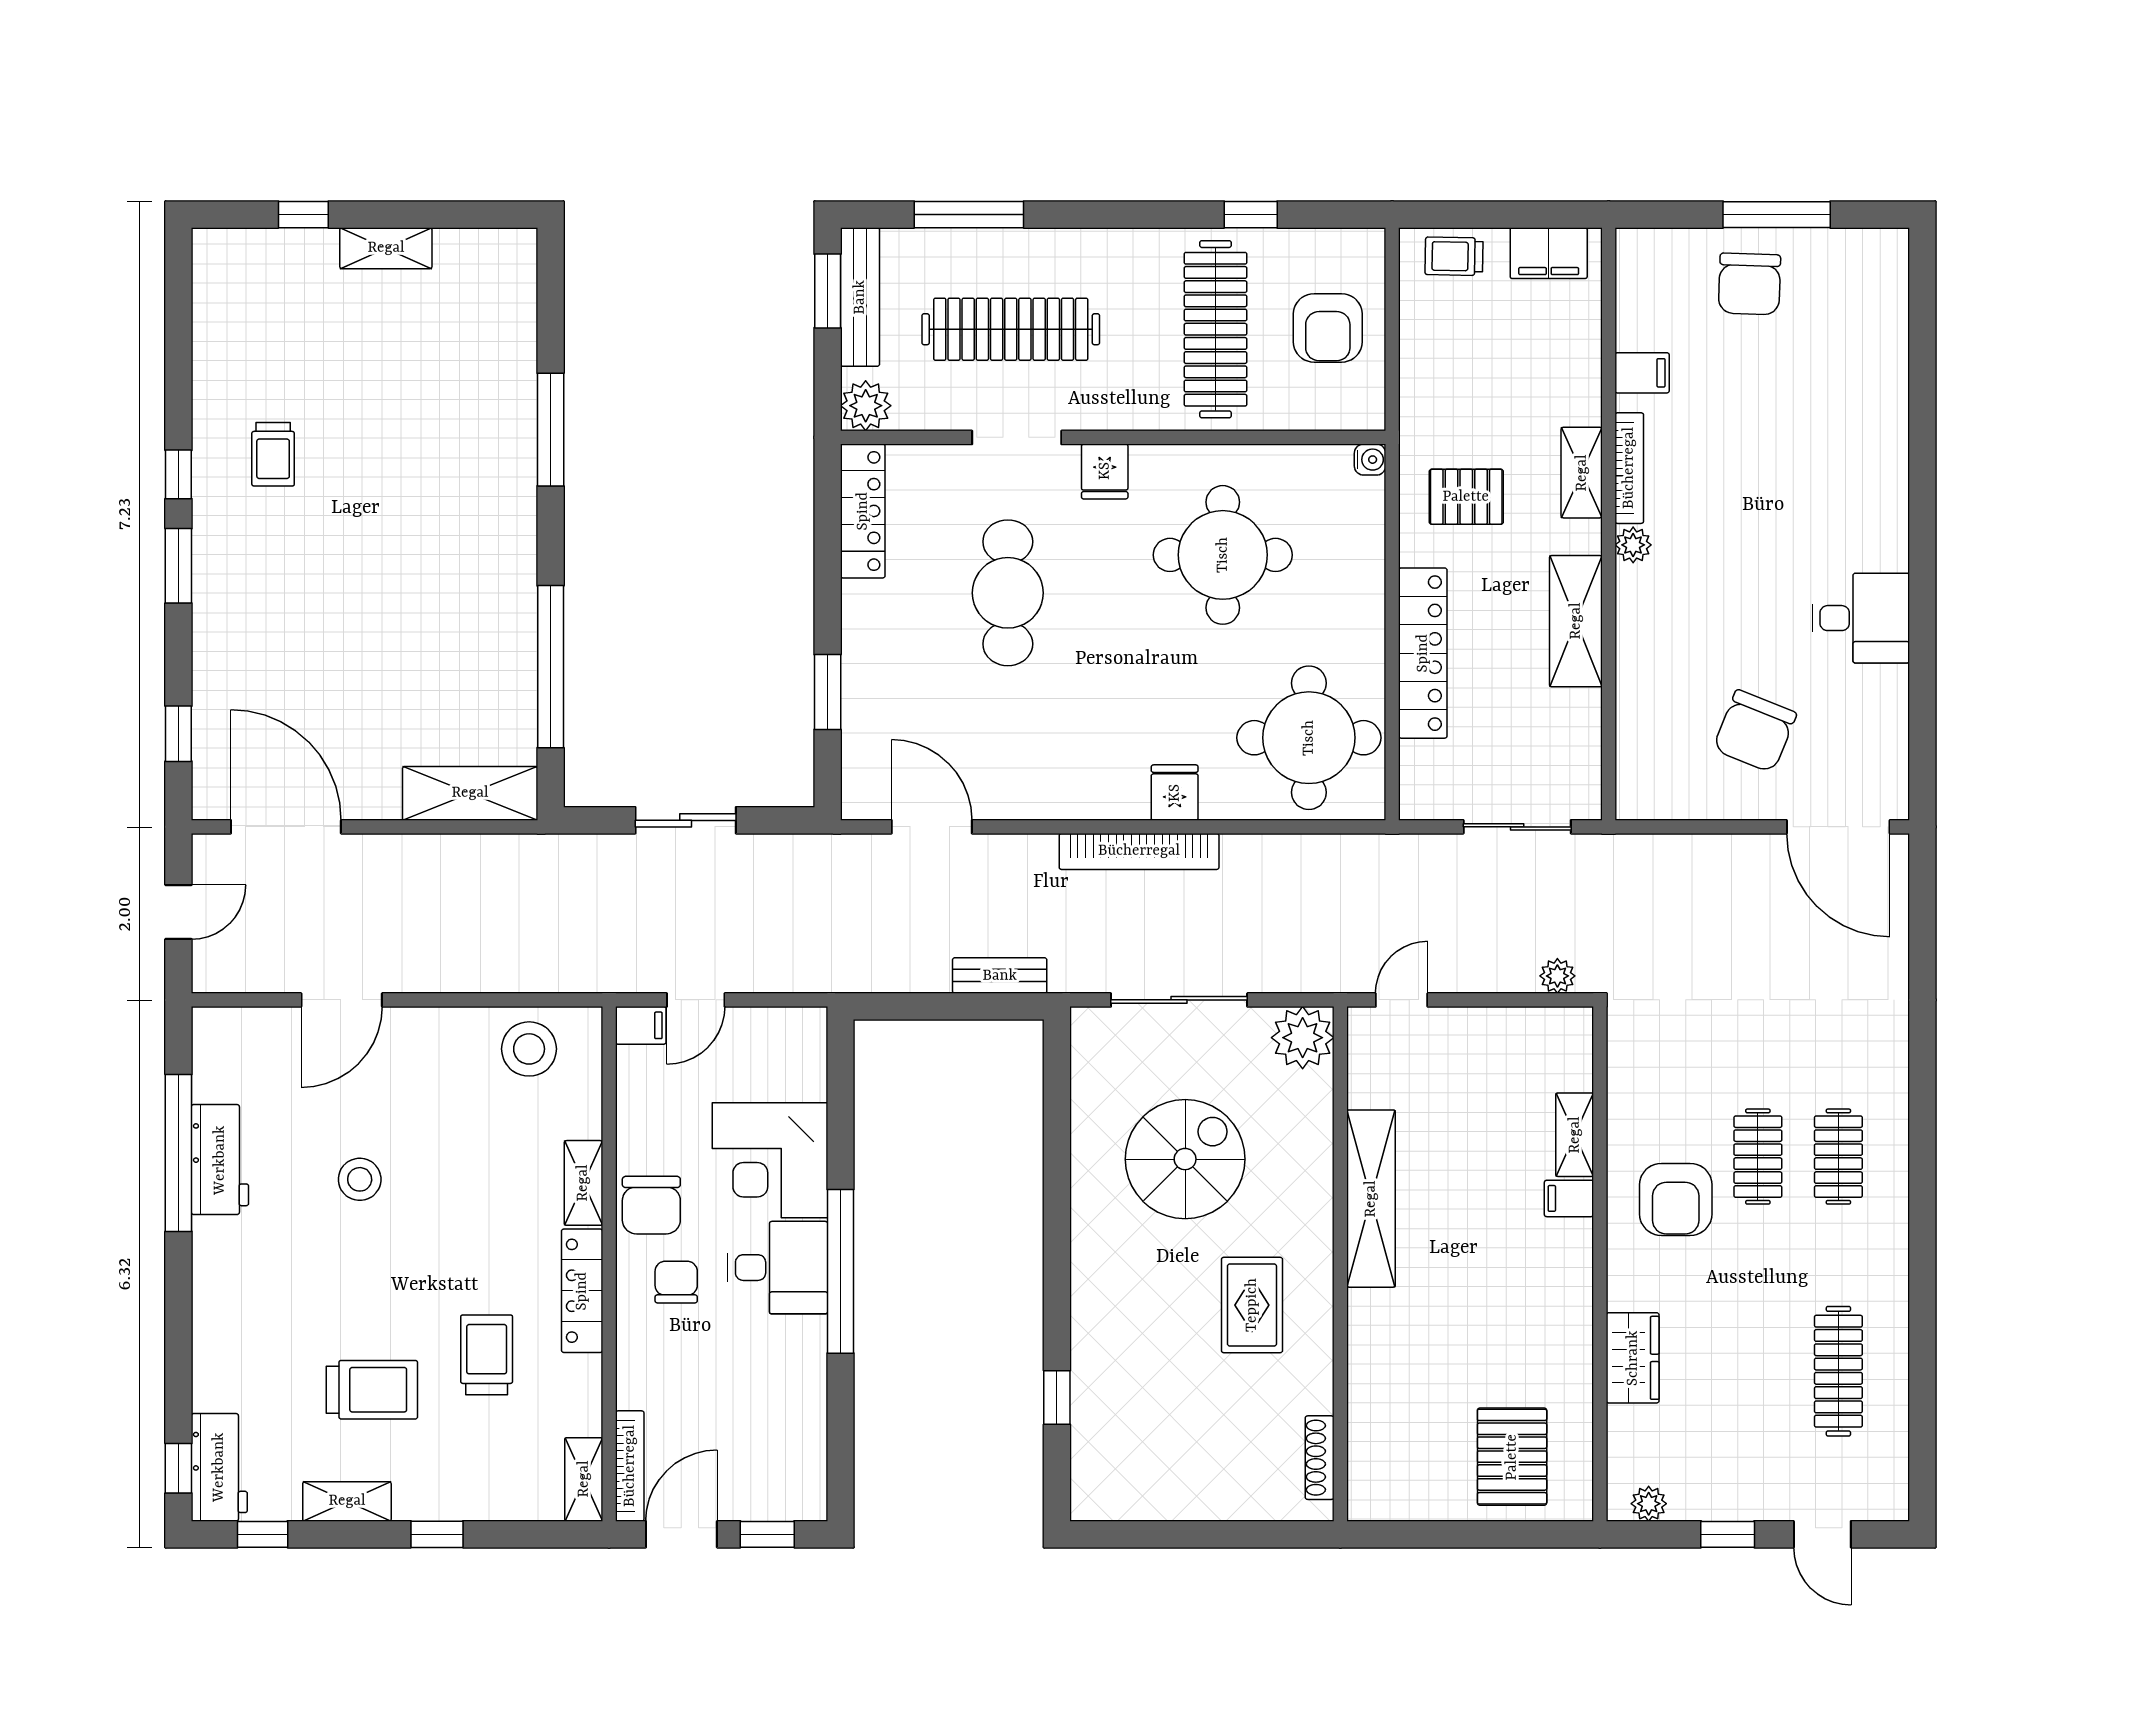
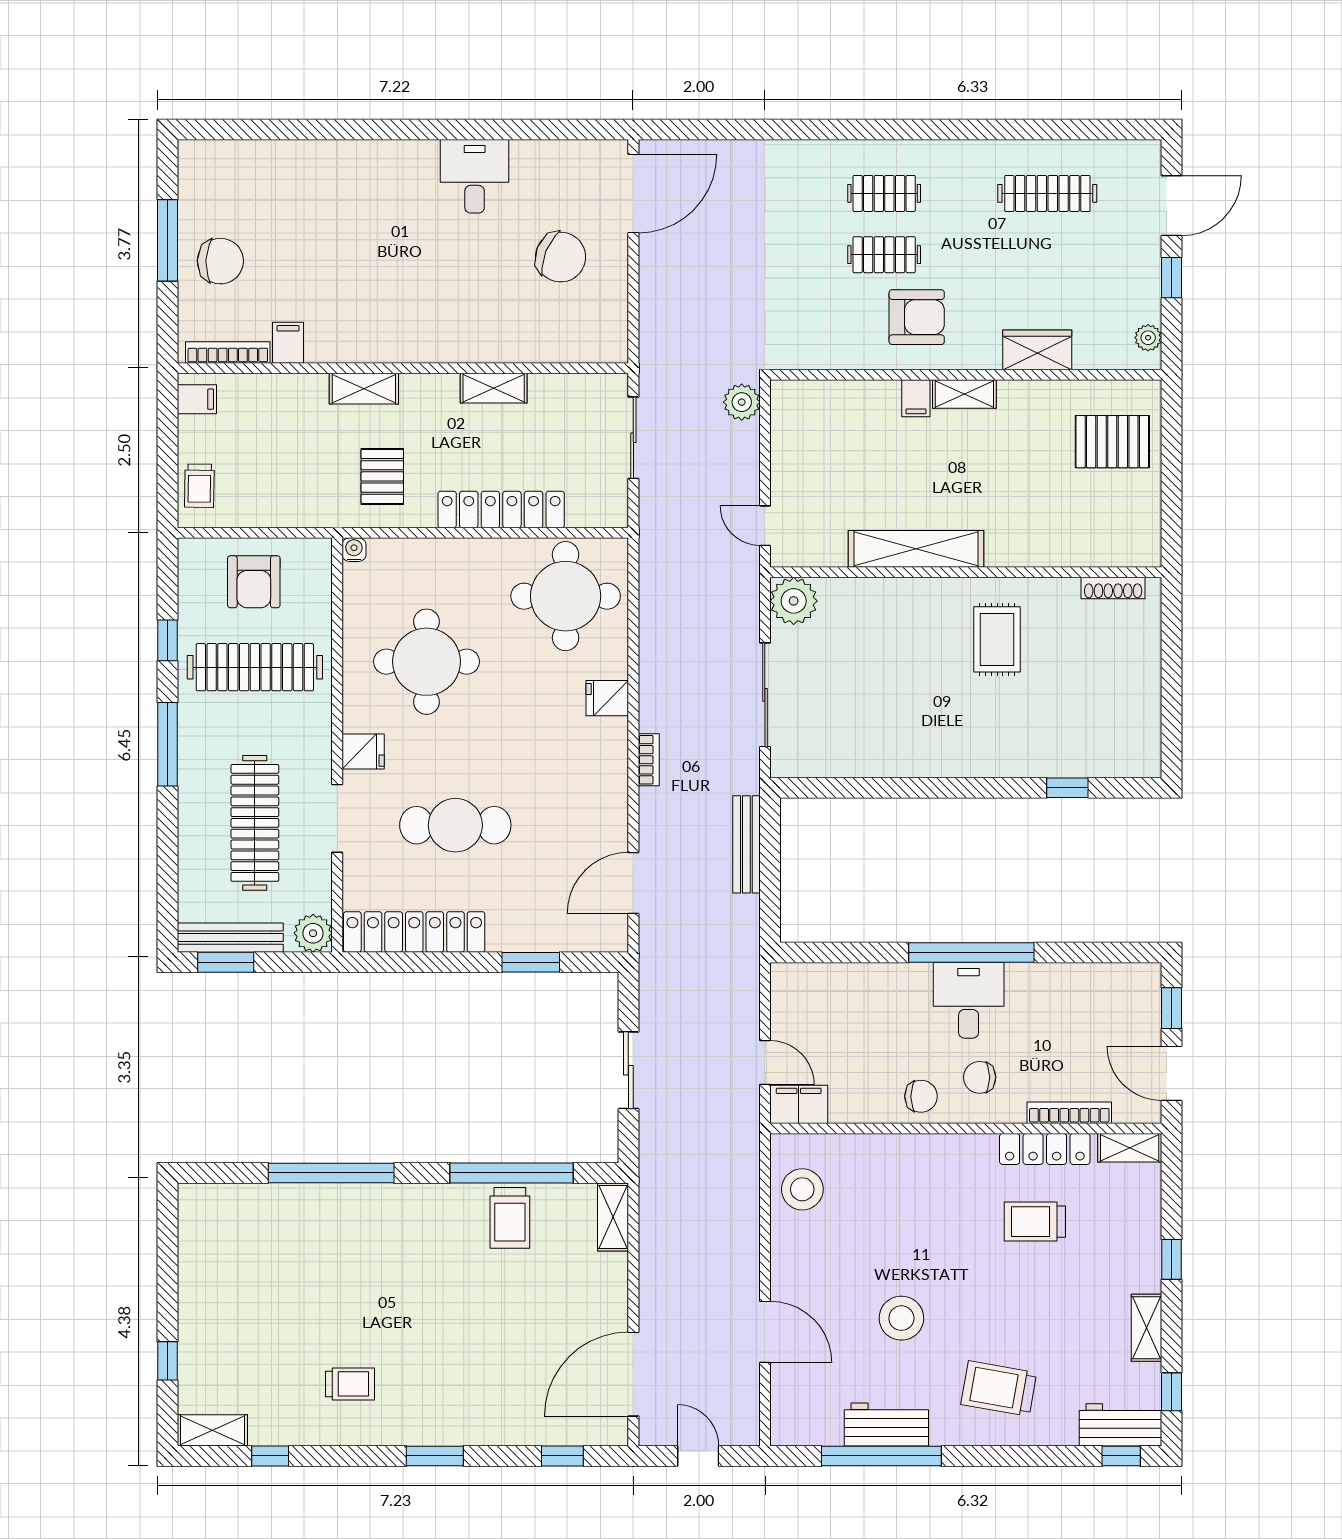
window: (969, 215) -> (168, 744), moved
shelving: (386, 248) -> (212, 1430), moved, turned 90
filing cabinet: (1549, 253) -> (197, 399), width x0.50
armchair: (1328, 328) -> (254, 582), turned 90
window: (551, 430) -> (331, 1173), width x1.46
bookcase: (1629, 468) -> (228, 352), moved
window: (178, 474) -> (270, 1456), moved
locker: (863, 511) -> (414, 932), width x1.41, depth x1.21
plant: (1633, 545) -> (419, 350), removed
shelving: (1576, 621) -> (494, 388), width x0.67, depth x0.75
trolley: (491, 665) -> (510, 1218), added
shelving: (470, 793) -> (613, 1217), width x0.67, depth x0.75
bookcase: (1139, 851) -> (649, 760), width x0.43, depth x0.76
bench: (1000, 976) -> (746, 844), width x1.36
plant: (1557, 976) -> (742, 402), width x1.38, depth x1.38
filing cabinet: (641, 1025) -> (799, 1104), width x2.00
shelving: (1575, 1135) -> (964, 394), moved
spiral stairs: (1185, 1159) -> (886, 690), removed
corner desk: (770, 1160) -> (887, 1006), removed
stool: (360, 1179) -> (901, 1318), width x1.38, depth x1.38
shelving: (583, 1183) -> (904, 1148), removed
chair: (651, 1205) -> (921, 1096), width x0.73, depth x0.73
locker: (582, 1291) -> (1045, 1149), moved
rug: (1252, 1305) -> (997, 639), turned 90
trolley: (372, 1390) -> (999, 1389), moved, turned -80
bookcase: (630, 1466) -> (1069, 1113), moved
door: (1822, 1534) -> (1171, 206), width x1.38

